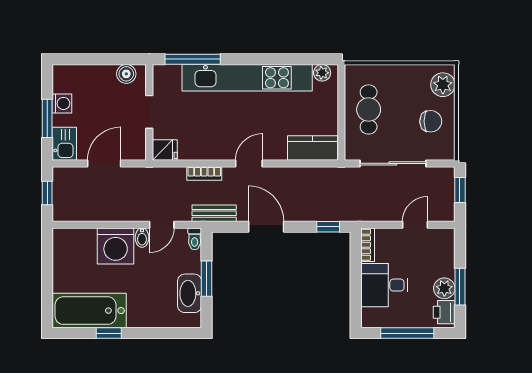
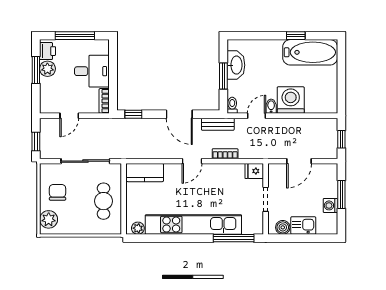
chair: (431, 121) -> (58, 192), turned 90
kitchen sink: (64, 144) -> (303, 226), moved, turned 90

